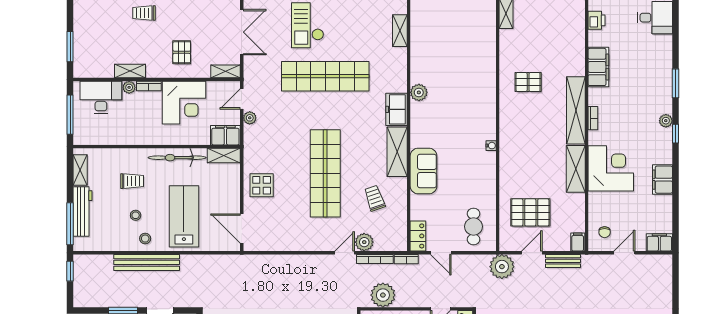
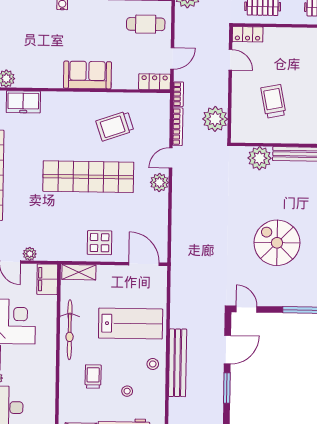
shelving: (397, 152) -> (67, 102), removed
shelving: (224, 156) -> (79, 272), moved, turned 90
trolley: (375, 198) -> (115, 126), width x1.36, depth x1.39
stool: (136, 215) -> (127, 391), moved
lab bench: (184, 216) -> (131, 324), turned 180
door: (242, 229) -> (144, 264), swing flipped
plant: (364, 242) -> (159, 182), moved
door: (345, 253) -> (171, 158), hinge flipped

